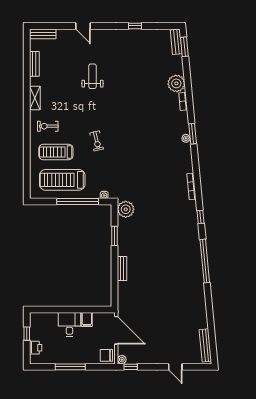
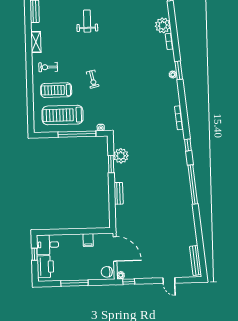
plant: (126, 209) -> (121, 156), moved
desk: (69, 324) -> (48, 245), moved, turned -90
printer: (36, 348) -> (45, 267), width x1.87, depth x1.48

